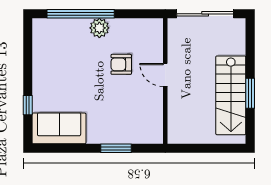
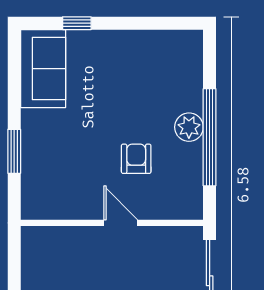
window: (81, 14) -> (210, 137), moved
door: (165, 75) -> (121, 223), hinge flipped

